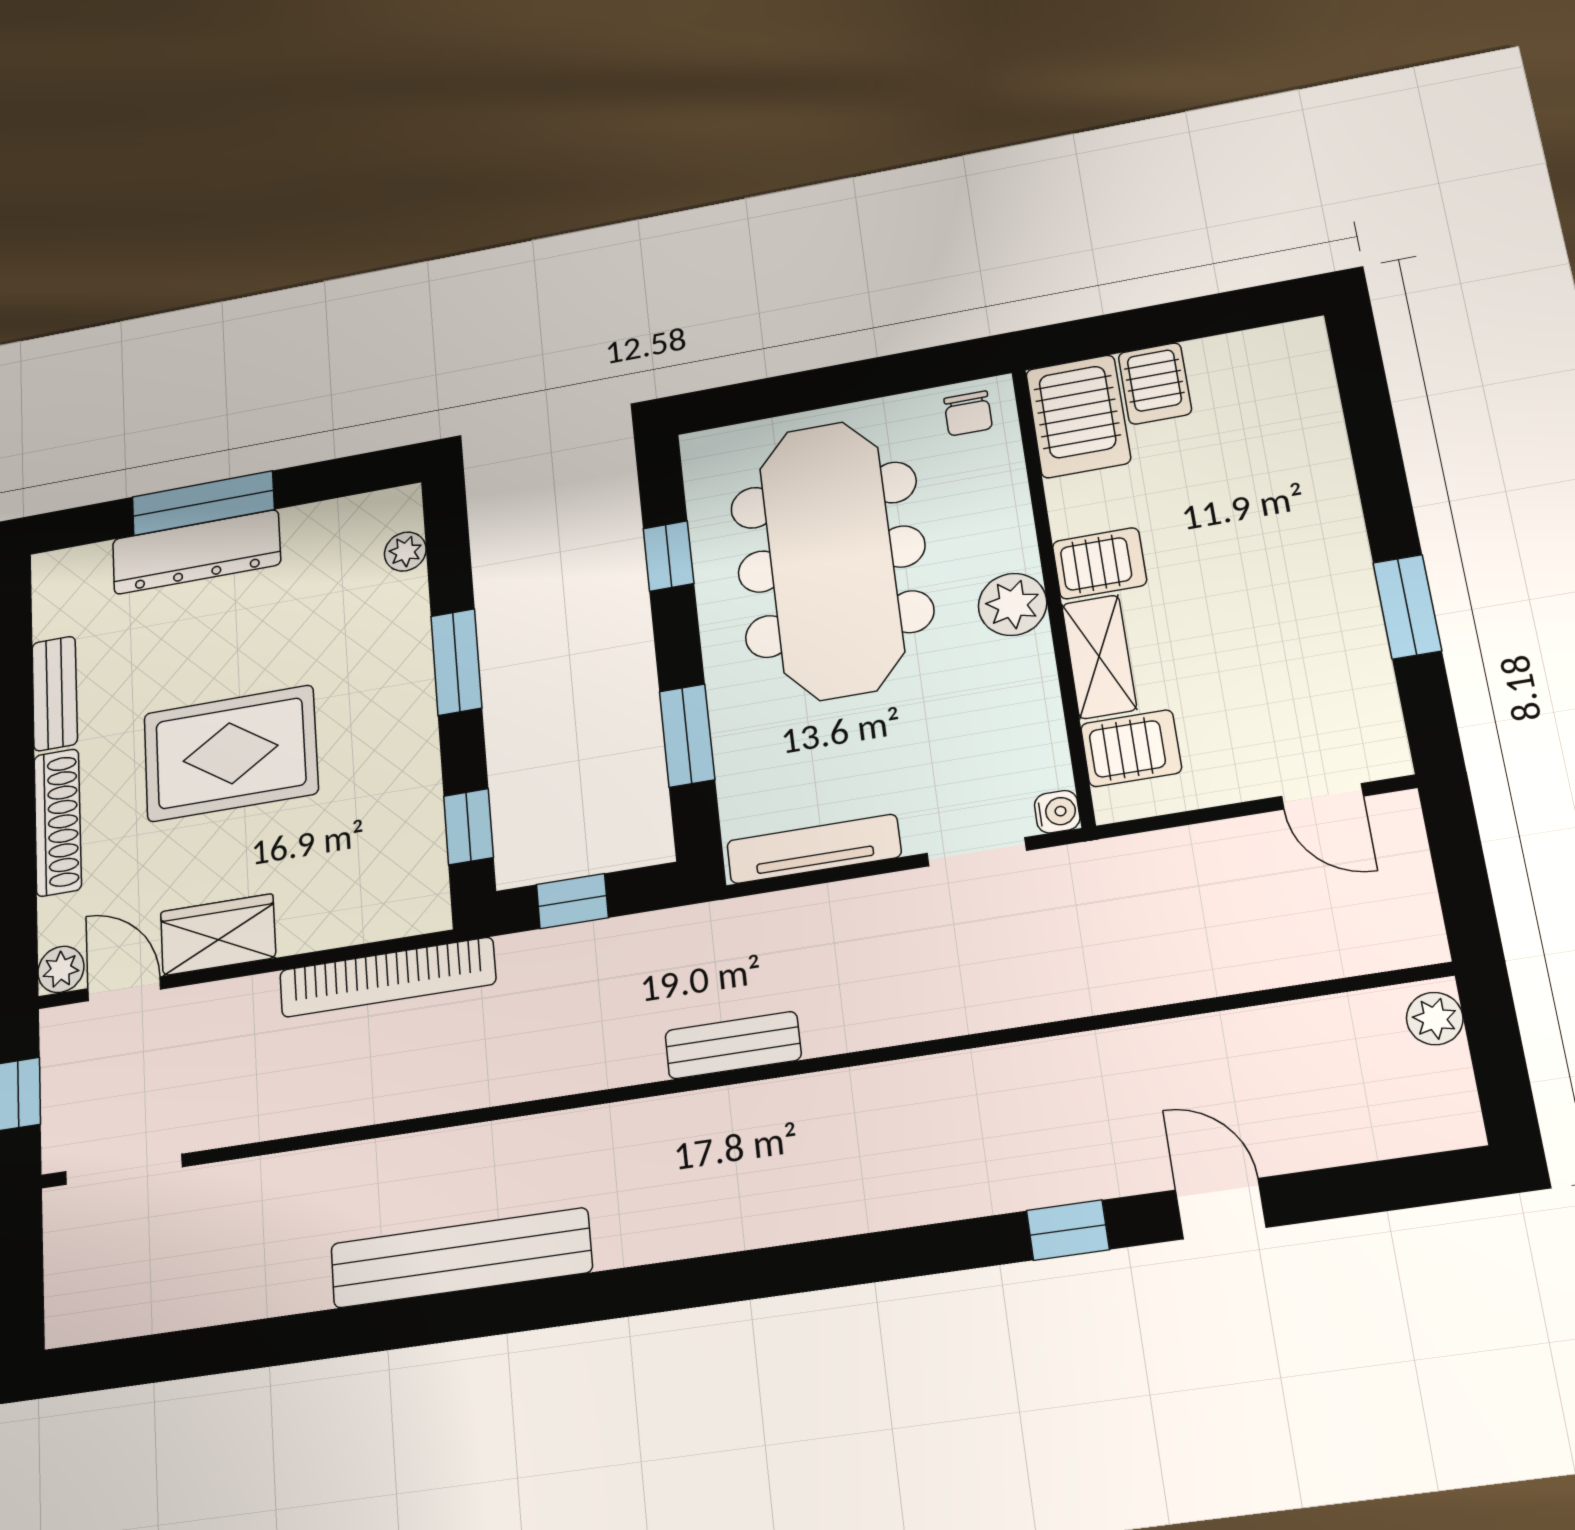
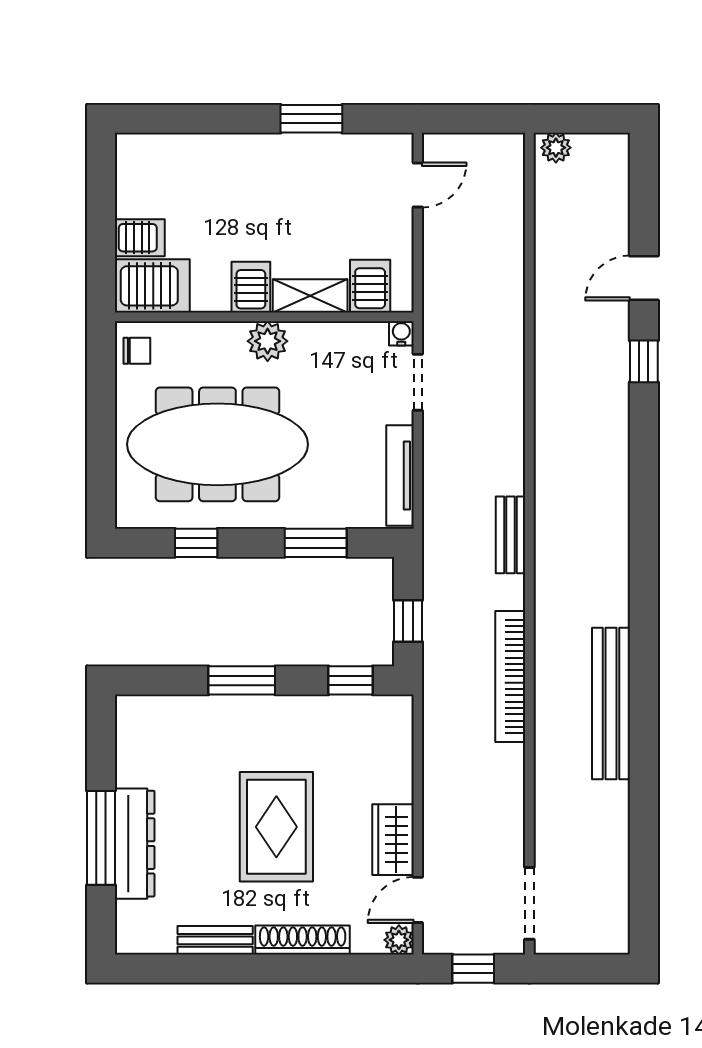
plant: (405, 552) -> (161, 708), removed
bookcase: (387, 977) -> (510, 676), moved, turned 180

